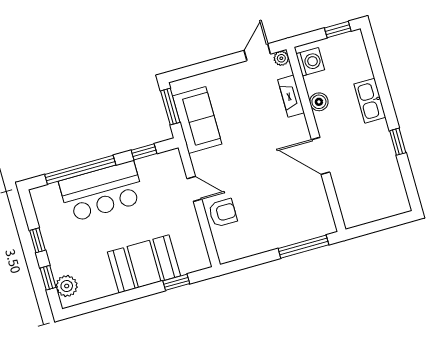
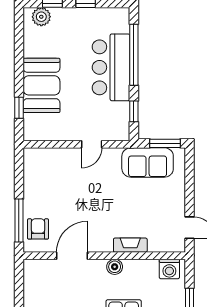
plant: (281, 58) -> (179, 246), removed
fireplace: (291, 96) -> (130, 245), moved
boiler: (319, 102) -> (115, 267), moved
door: (321, 156) -> (72, 256), moved
armchair: (223, 213) -> (38, 229), moved, turned 180

